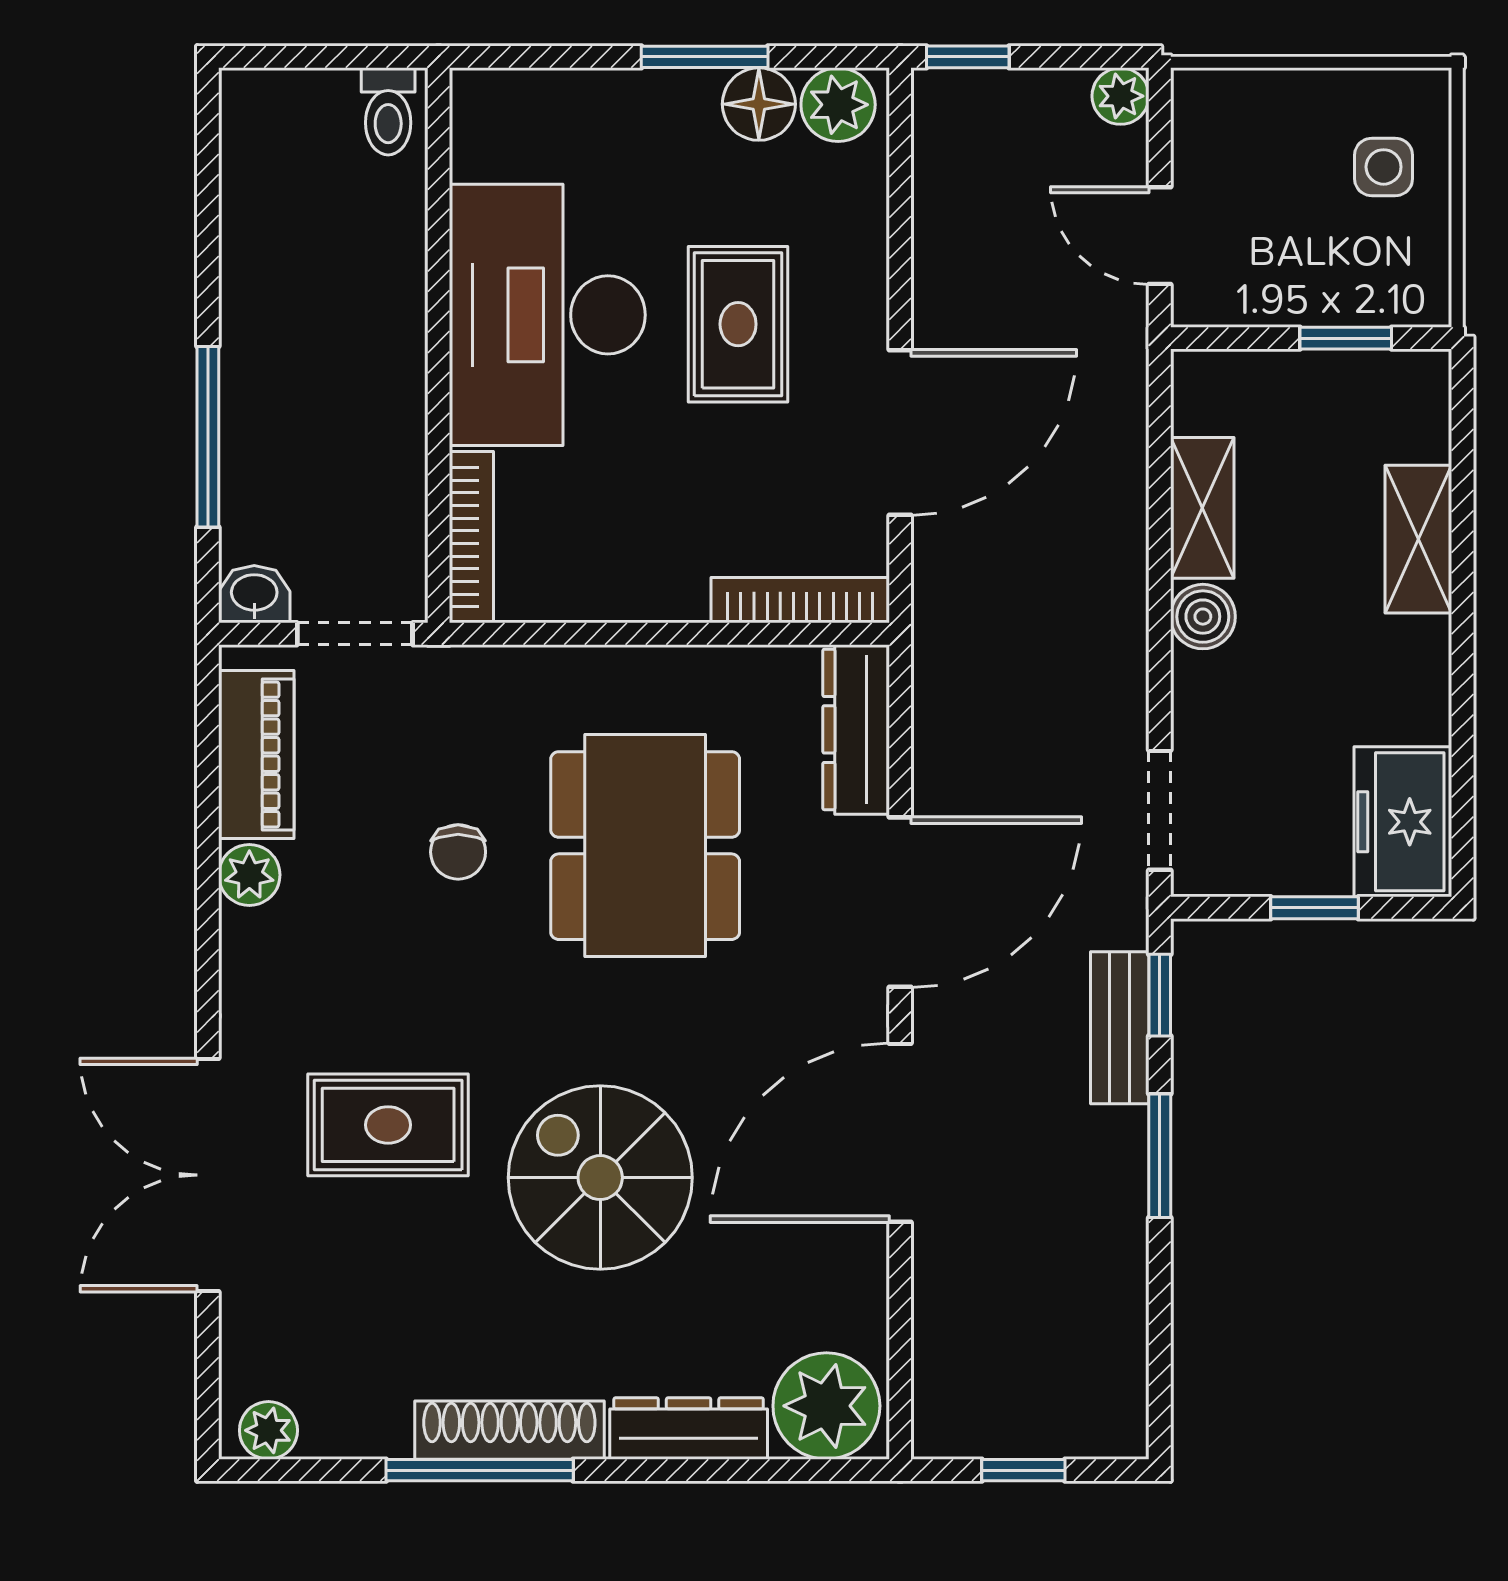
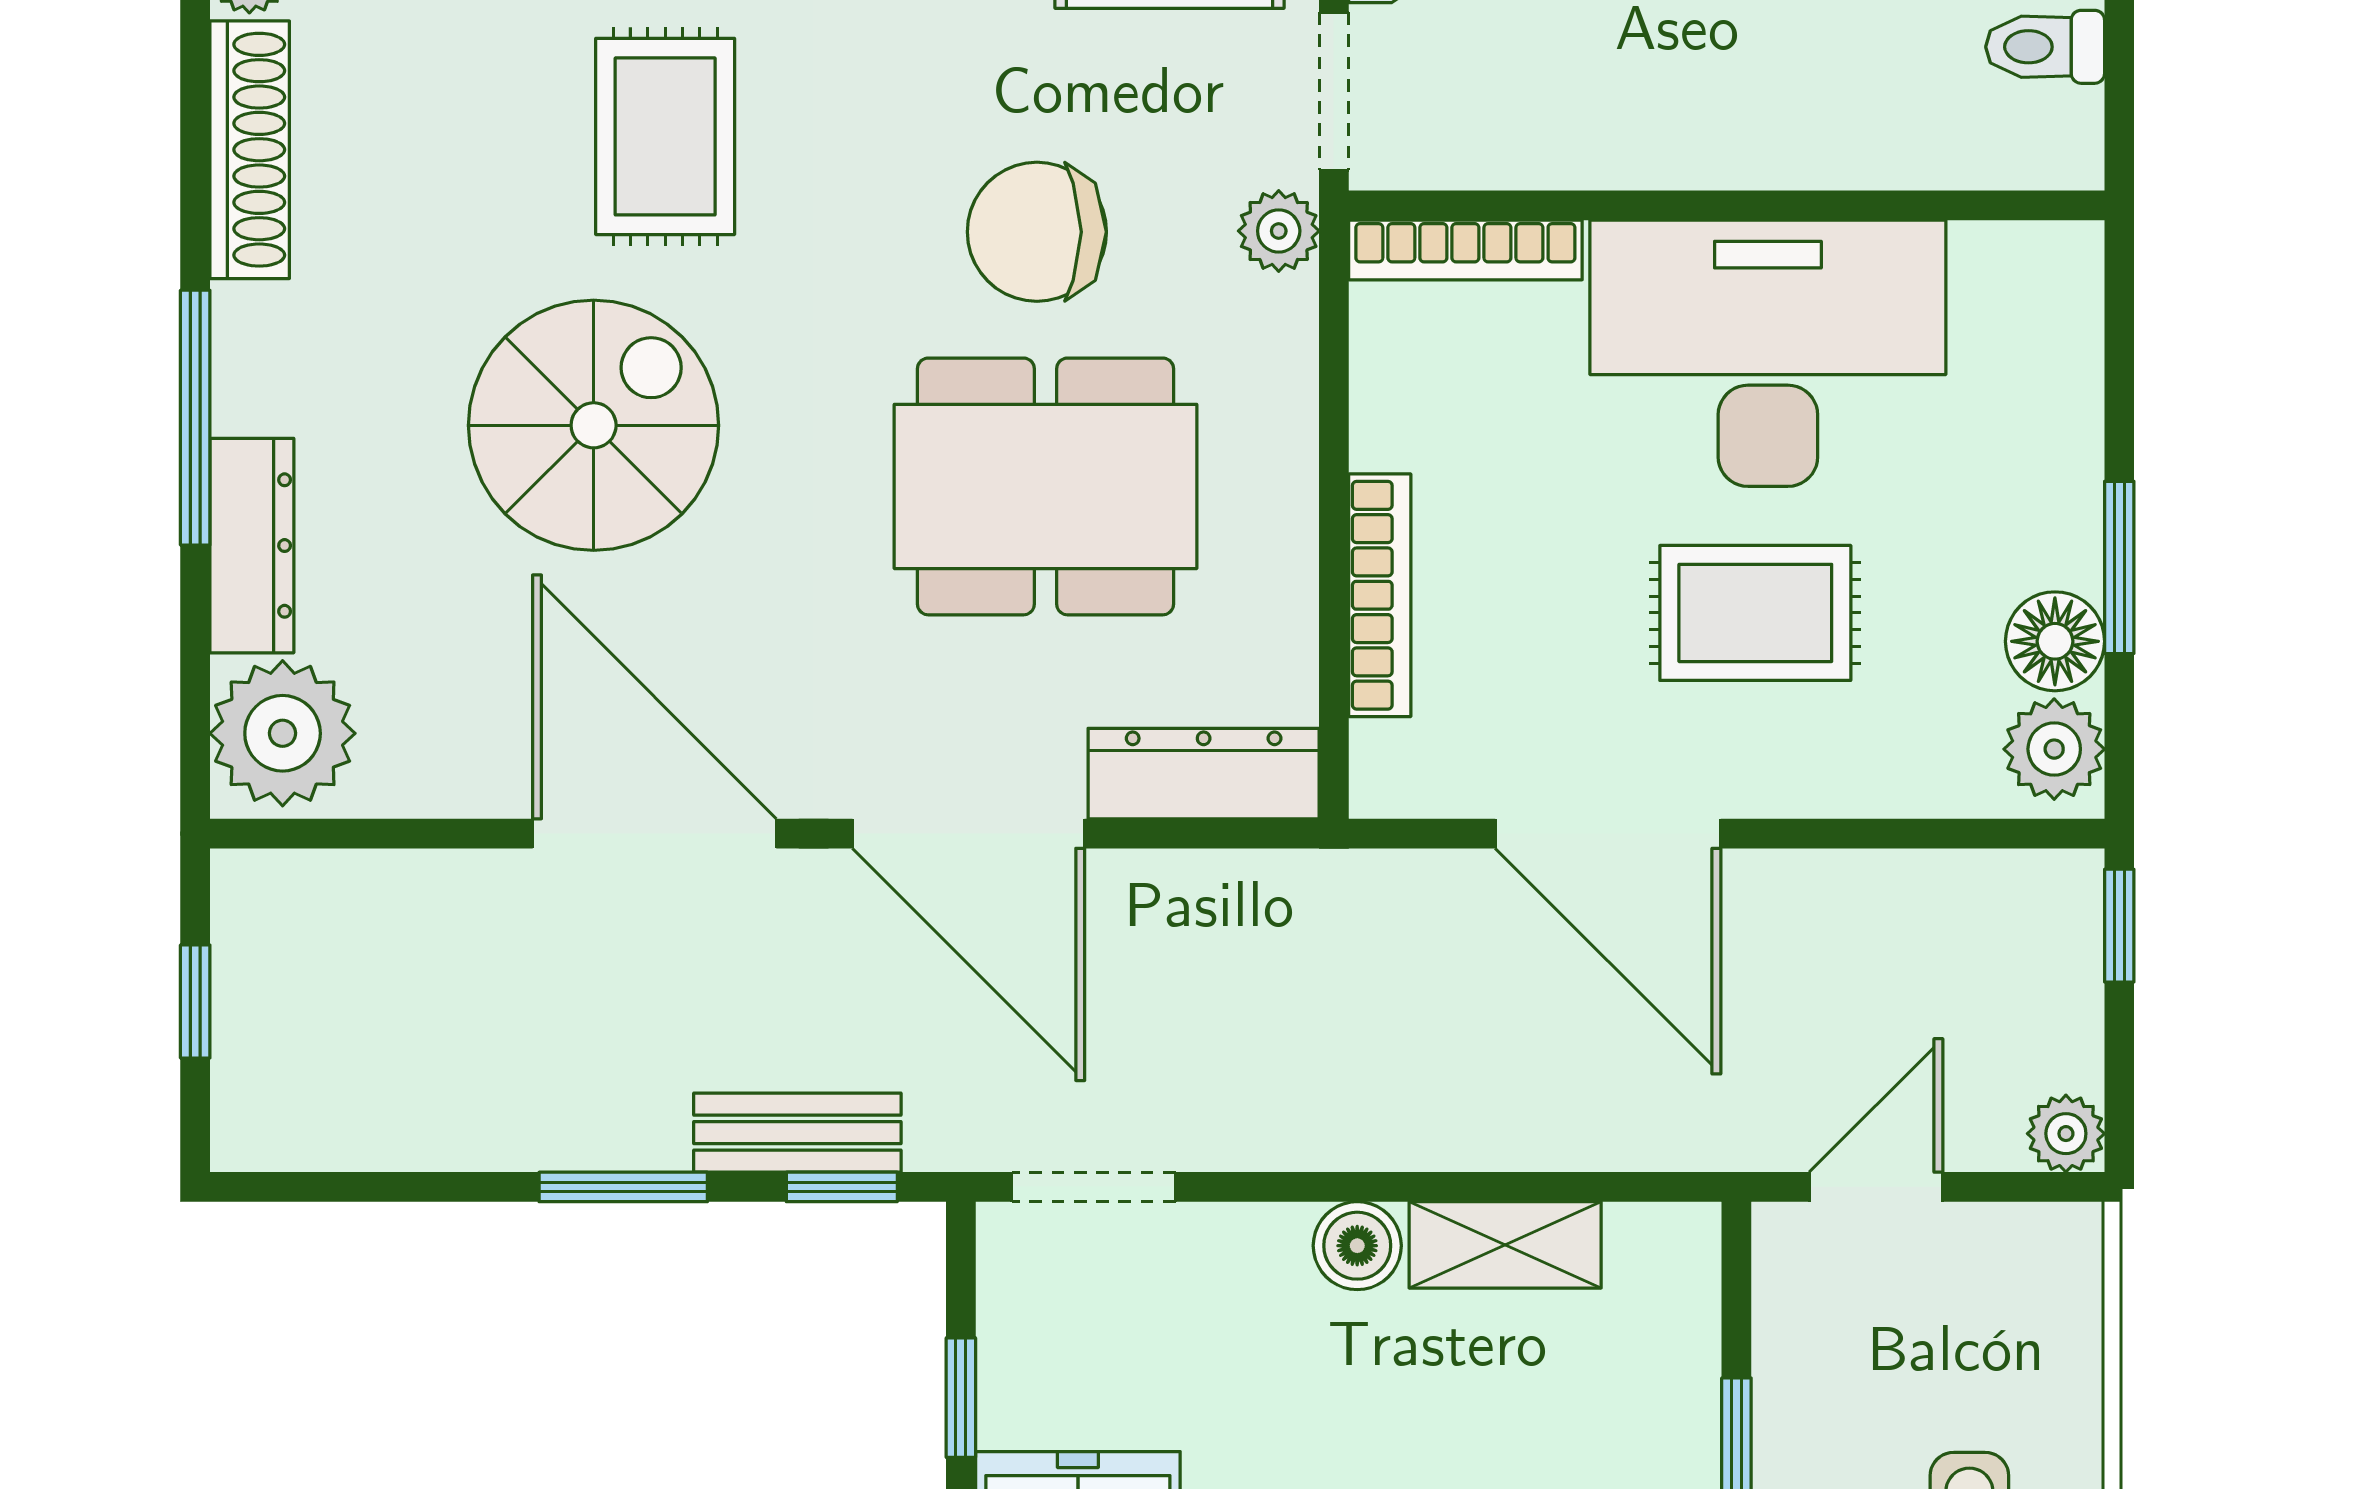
toilet: (388, 111) -> (2045, 47), moved
bookcase: (800, 600) -> (1380, 595), moved
plant: (458, 674) -> (1279, 231), added
chair: (458, 852) -> (1037, 232), width x1.87, depth x1.87
shoe rack: (509, 1430) -> (250, 150), moved
window: (480, 1470) -> (195, 418), moved

